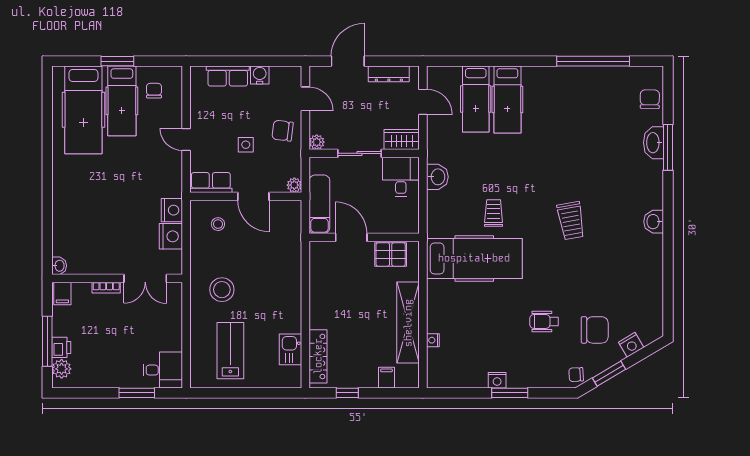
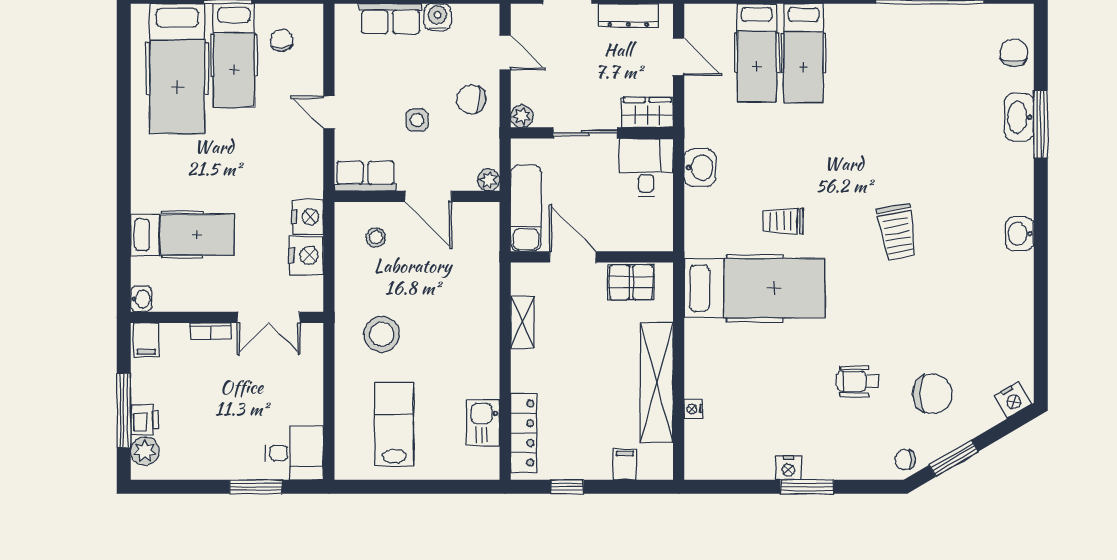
trolley: (494, 213) -> (783, 221), turned -90
hospital bed: (87, 222) -> (182, 235), added
shelving: (317, 282) -> (522, 322), added
nightstand: (631, 345) -> (1013, 400), moved

